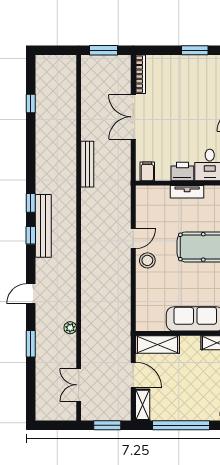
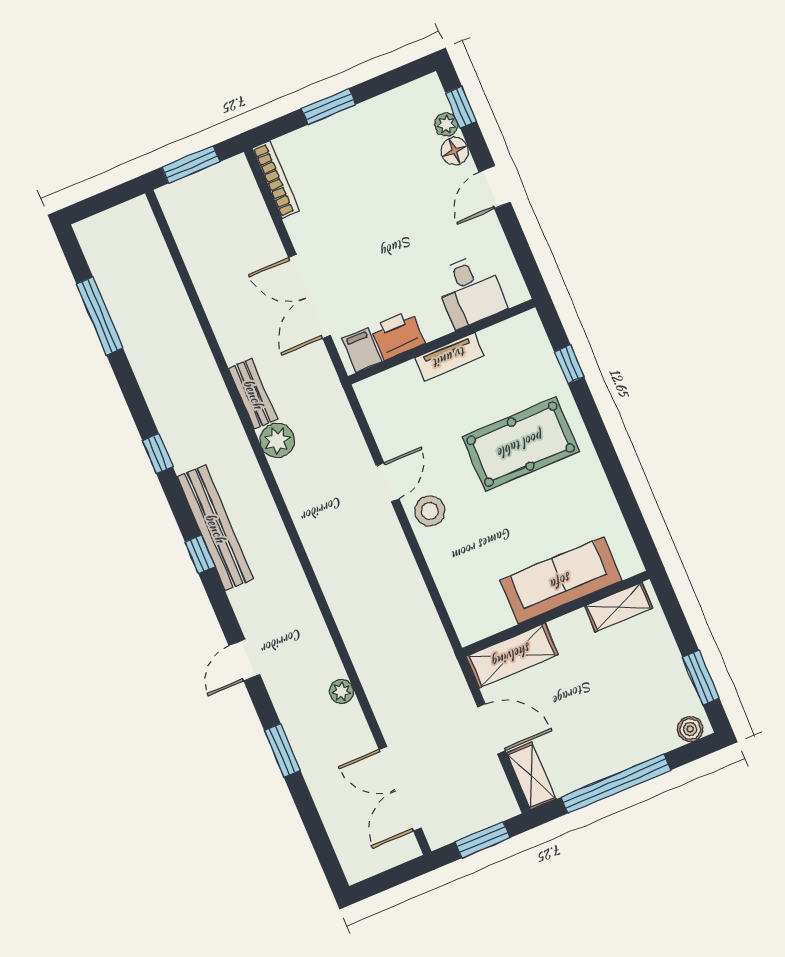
window: (195, 50) -> (328, 106), moved
window: (31, 103) -> (100, 316), width x2.17
double door: (133, 117) -> (310, 296), moved
bench: (87, 164) -> (253, 394), width x0.73
printer: (182, 172) -> (398, 335), moved
plant: (90, 197) -> (277, 440), added
window: (31, 203) -> (158, 454), moved
double door: (79, 385) -> (400, 788), width x1.37

